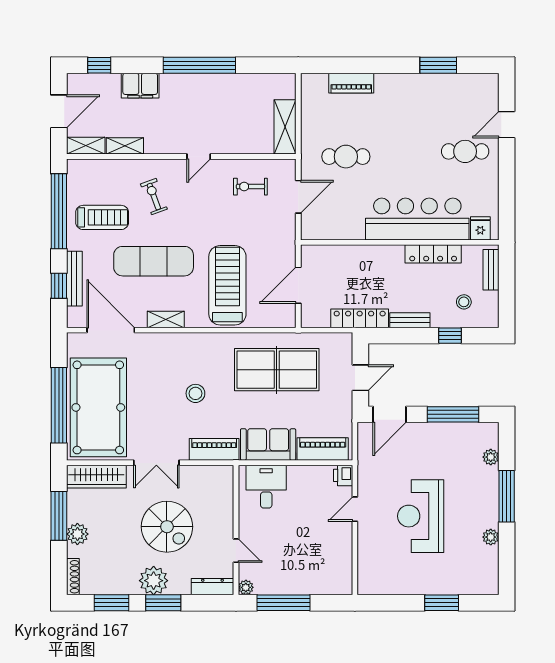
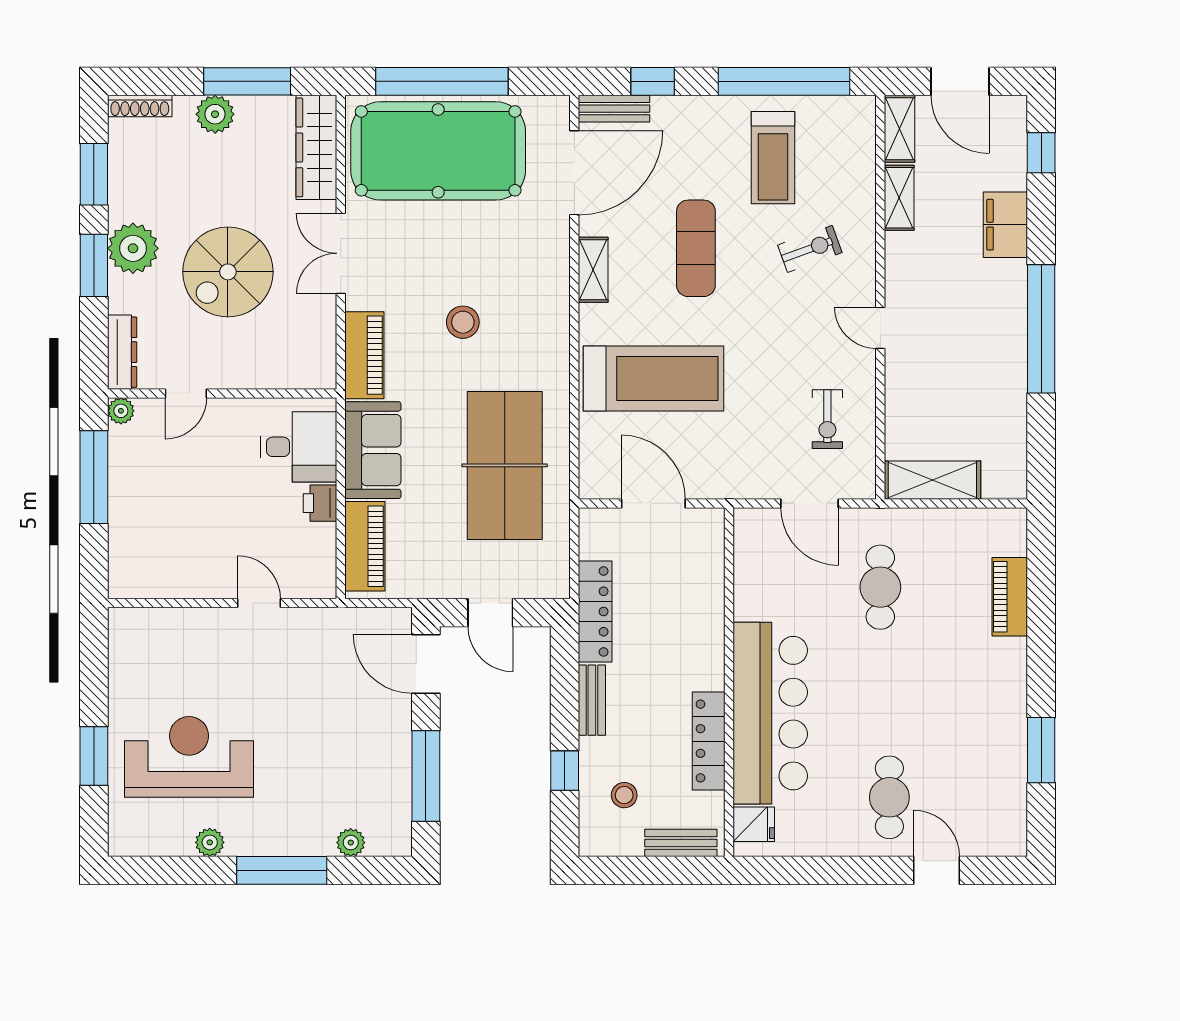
exercise bike: (250, 187) -> (827, 419), turned 180
exercise mat: (154, 261) -> (696, 248), width x0.73, depth x0.69
bench: (74, 279) -> (614, 109), moved, width x0.73
printer: (343, 475) -> (320, 503), moved, turned -90
reception desk: (421, 516) -> (189, 757), moved

